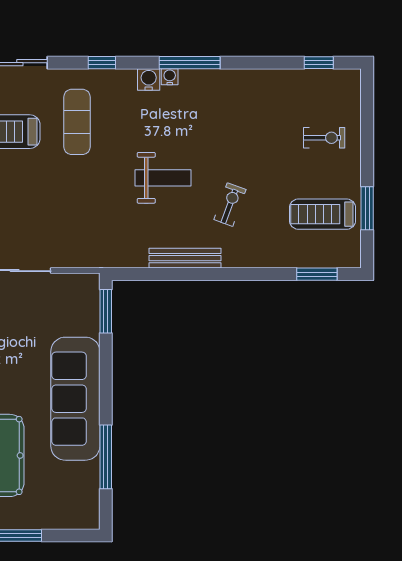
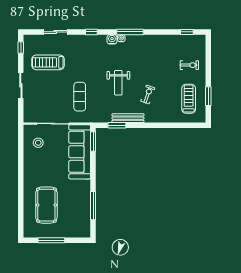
exercise mat: (77, 122) -> (80, 97), moved
weight bench: (163, 178) -> (118, 83), turned 90
treadmill: (322, 214) -> (189, 99), turned 90
window: (317, 274) -> (117, 125), moved
sofa: (75, 399) -> (80, 152), moved

